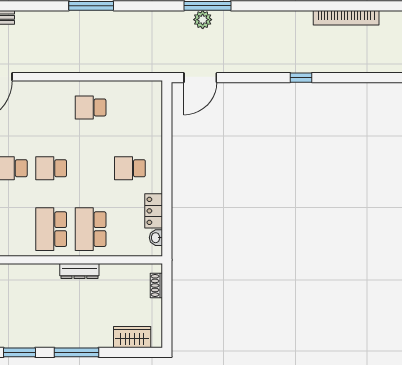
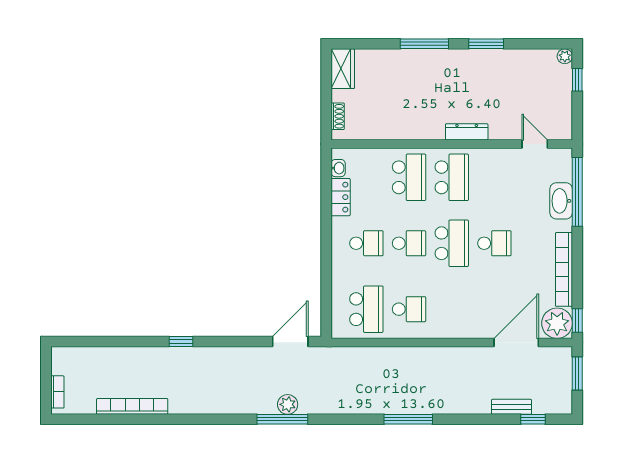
school desk: (130, 107) -> (366, 309), added
school desk: (51, 168) -> (452, 243), width x1.85
school desk: (91, 168) -> (409, 243), added
dresser: (79, 271) -> (467, 132), moved
wardrobe: (132, 337) -> (343, 69), moved, turned -90

